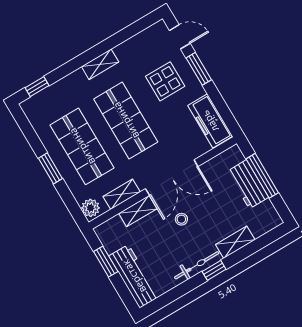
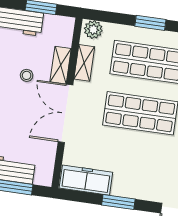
window: (199, 69) -> (118, 202), moved
display table: (165, 81) -> (146, 170), removed
stool: (181, 219) -> (27, 75), moved

